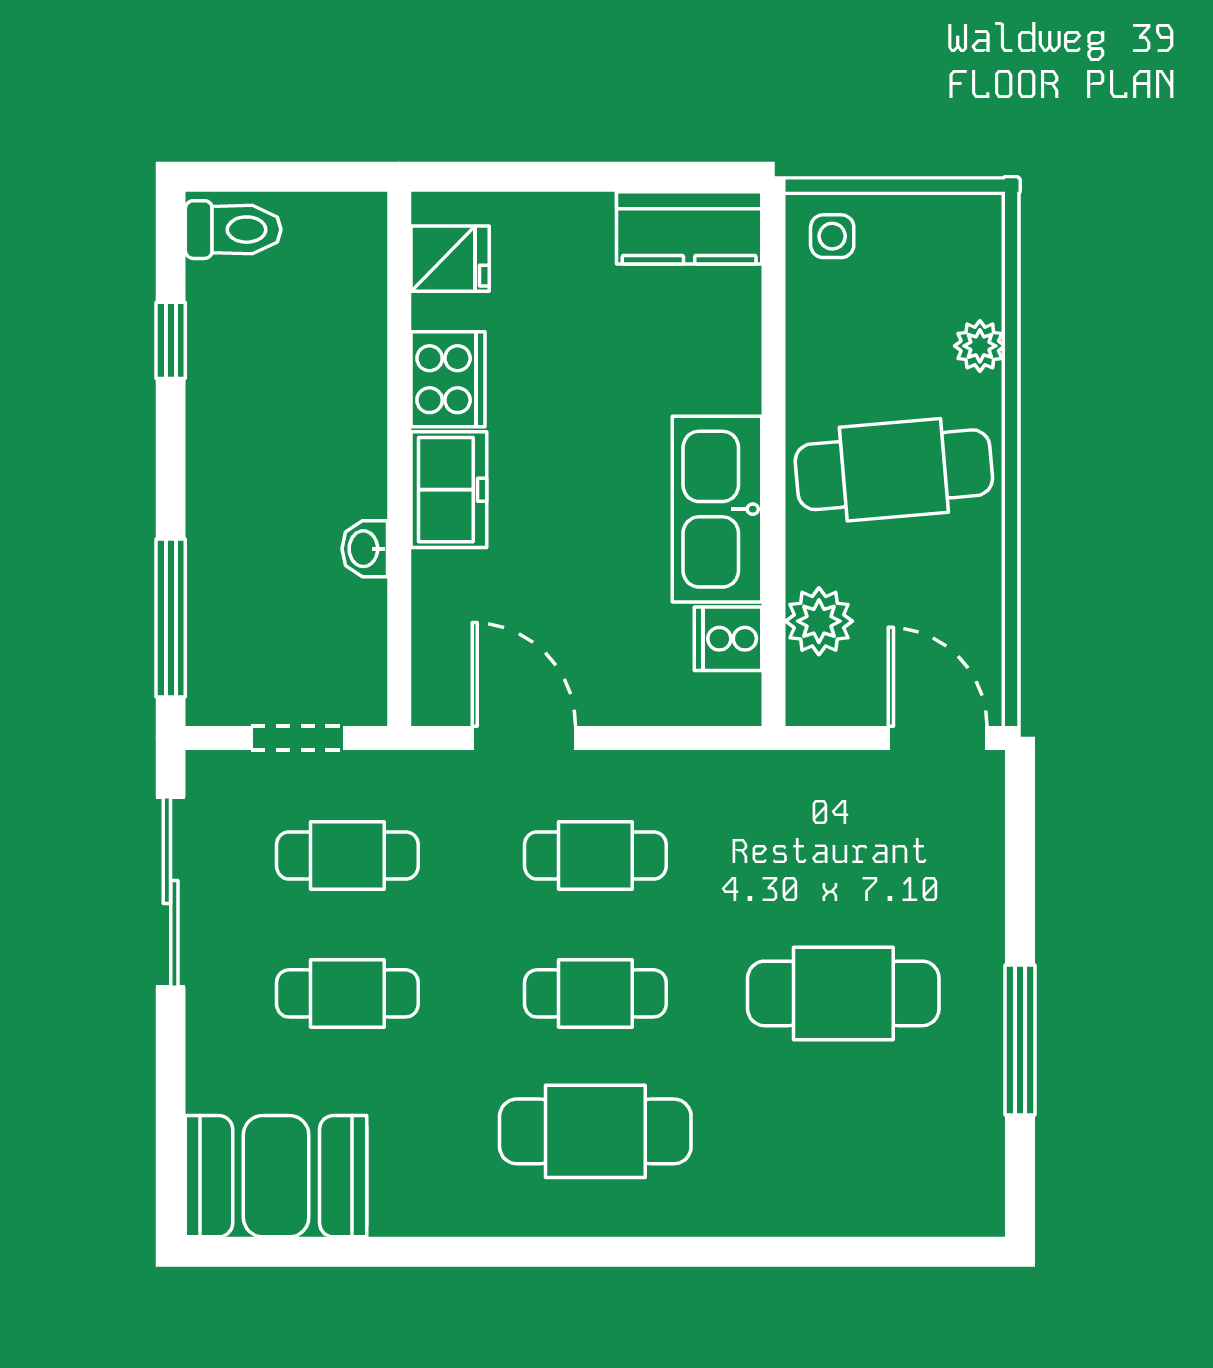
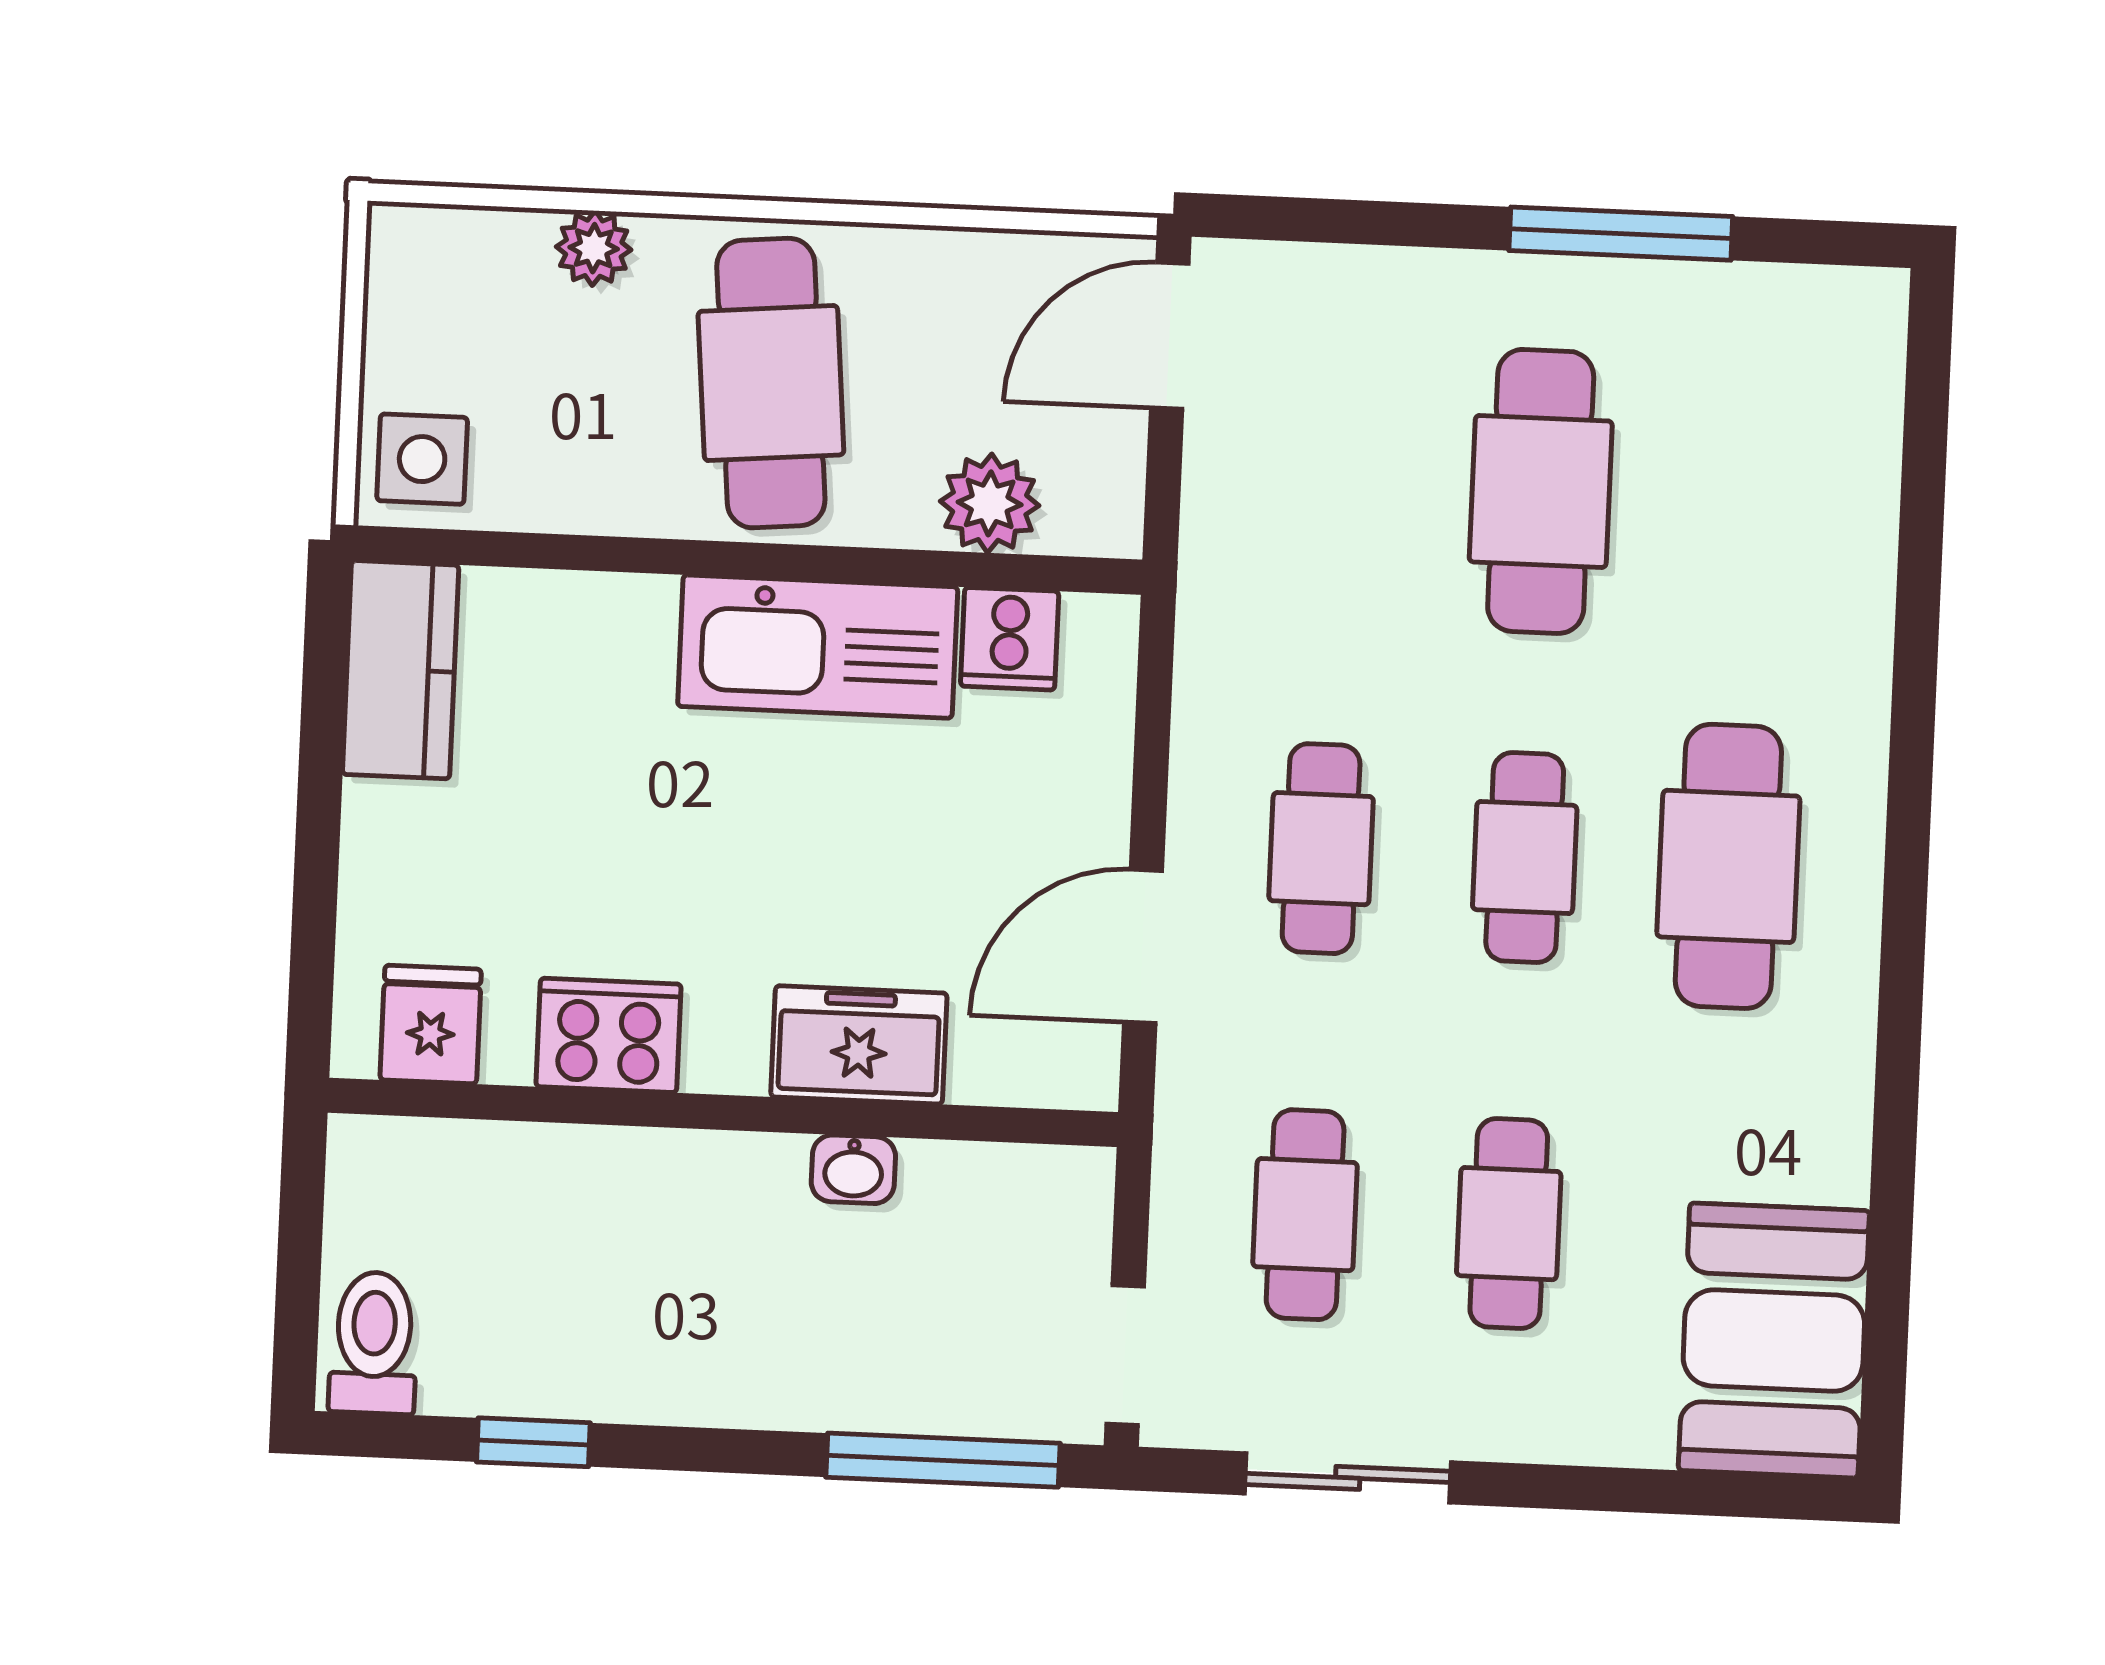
side table: (832, 236) -> (422, 459), width x1.37, depth x1.37
freezer: (449, 490) -> (859, 1045), moved
doorway: (298, 738) -> (1125, 1355), moved
sliding door: (171, 892) -> (1348, 1478), width x0.73

